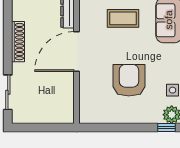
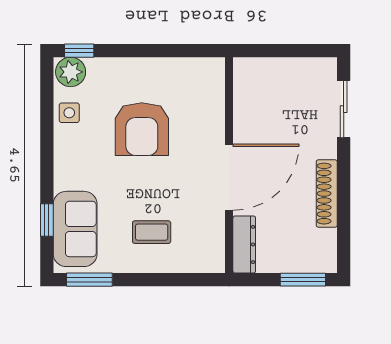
coffee table: (123, 18) -> (152, 232), width x0.73, depth x0.77

